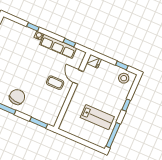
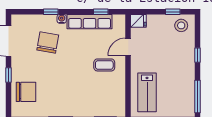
door: (78, 77) -> (128, 47), hinge flipped
chair: (17, 97) -> (48, 42), moved
lab bench: (97, 117) -> (147, 92), moved, turned 90

